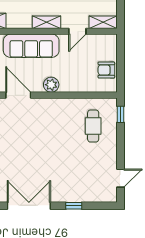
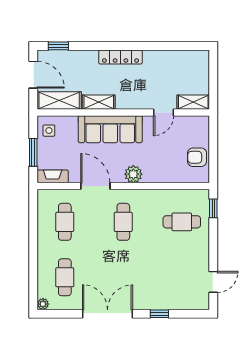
shelving: (46, 22) -> (99, 102), moved
cafe table: (42, 126) -> (123, 222), added
cafe table: (93, 126) -> (182, 222), turned 90

